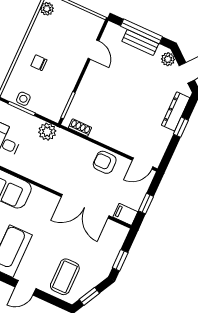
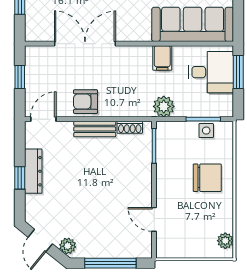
bench: (140, 43) -> (95, 129), moved
chair: (39, 63) -> (207, 178), width x1.87, depth x1.87
dresser: (176, 111) -> (33, 171), moved
armchair: (105, 162) -> (85, 102), turned 180
filing cabinet: (125, 214) -> (162, 58), moved, turned 90

